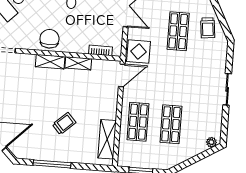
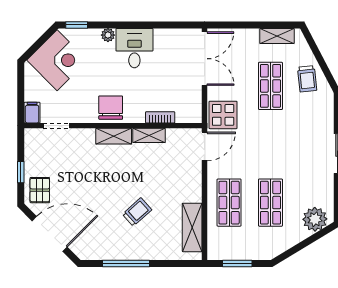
bookcase: (100, 50) -> (160, 117), moved
plant: (211, 142) -> (315, 219), width x1.87, depth x1.87

